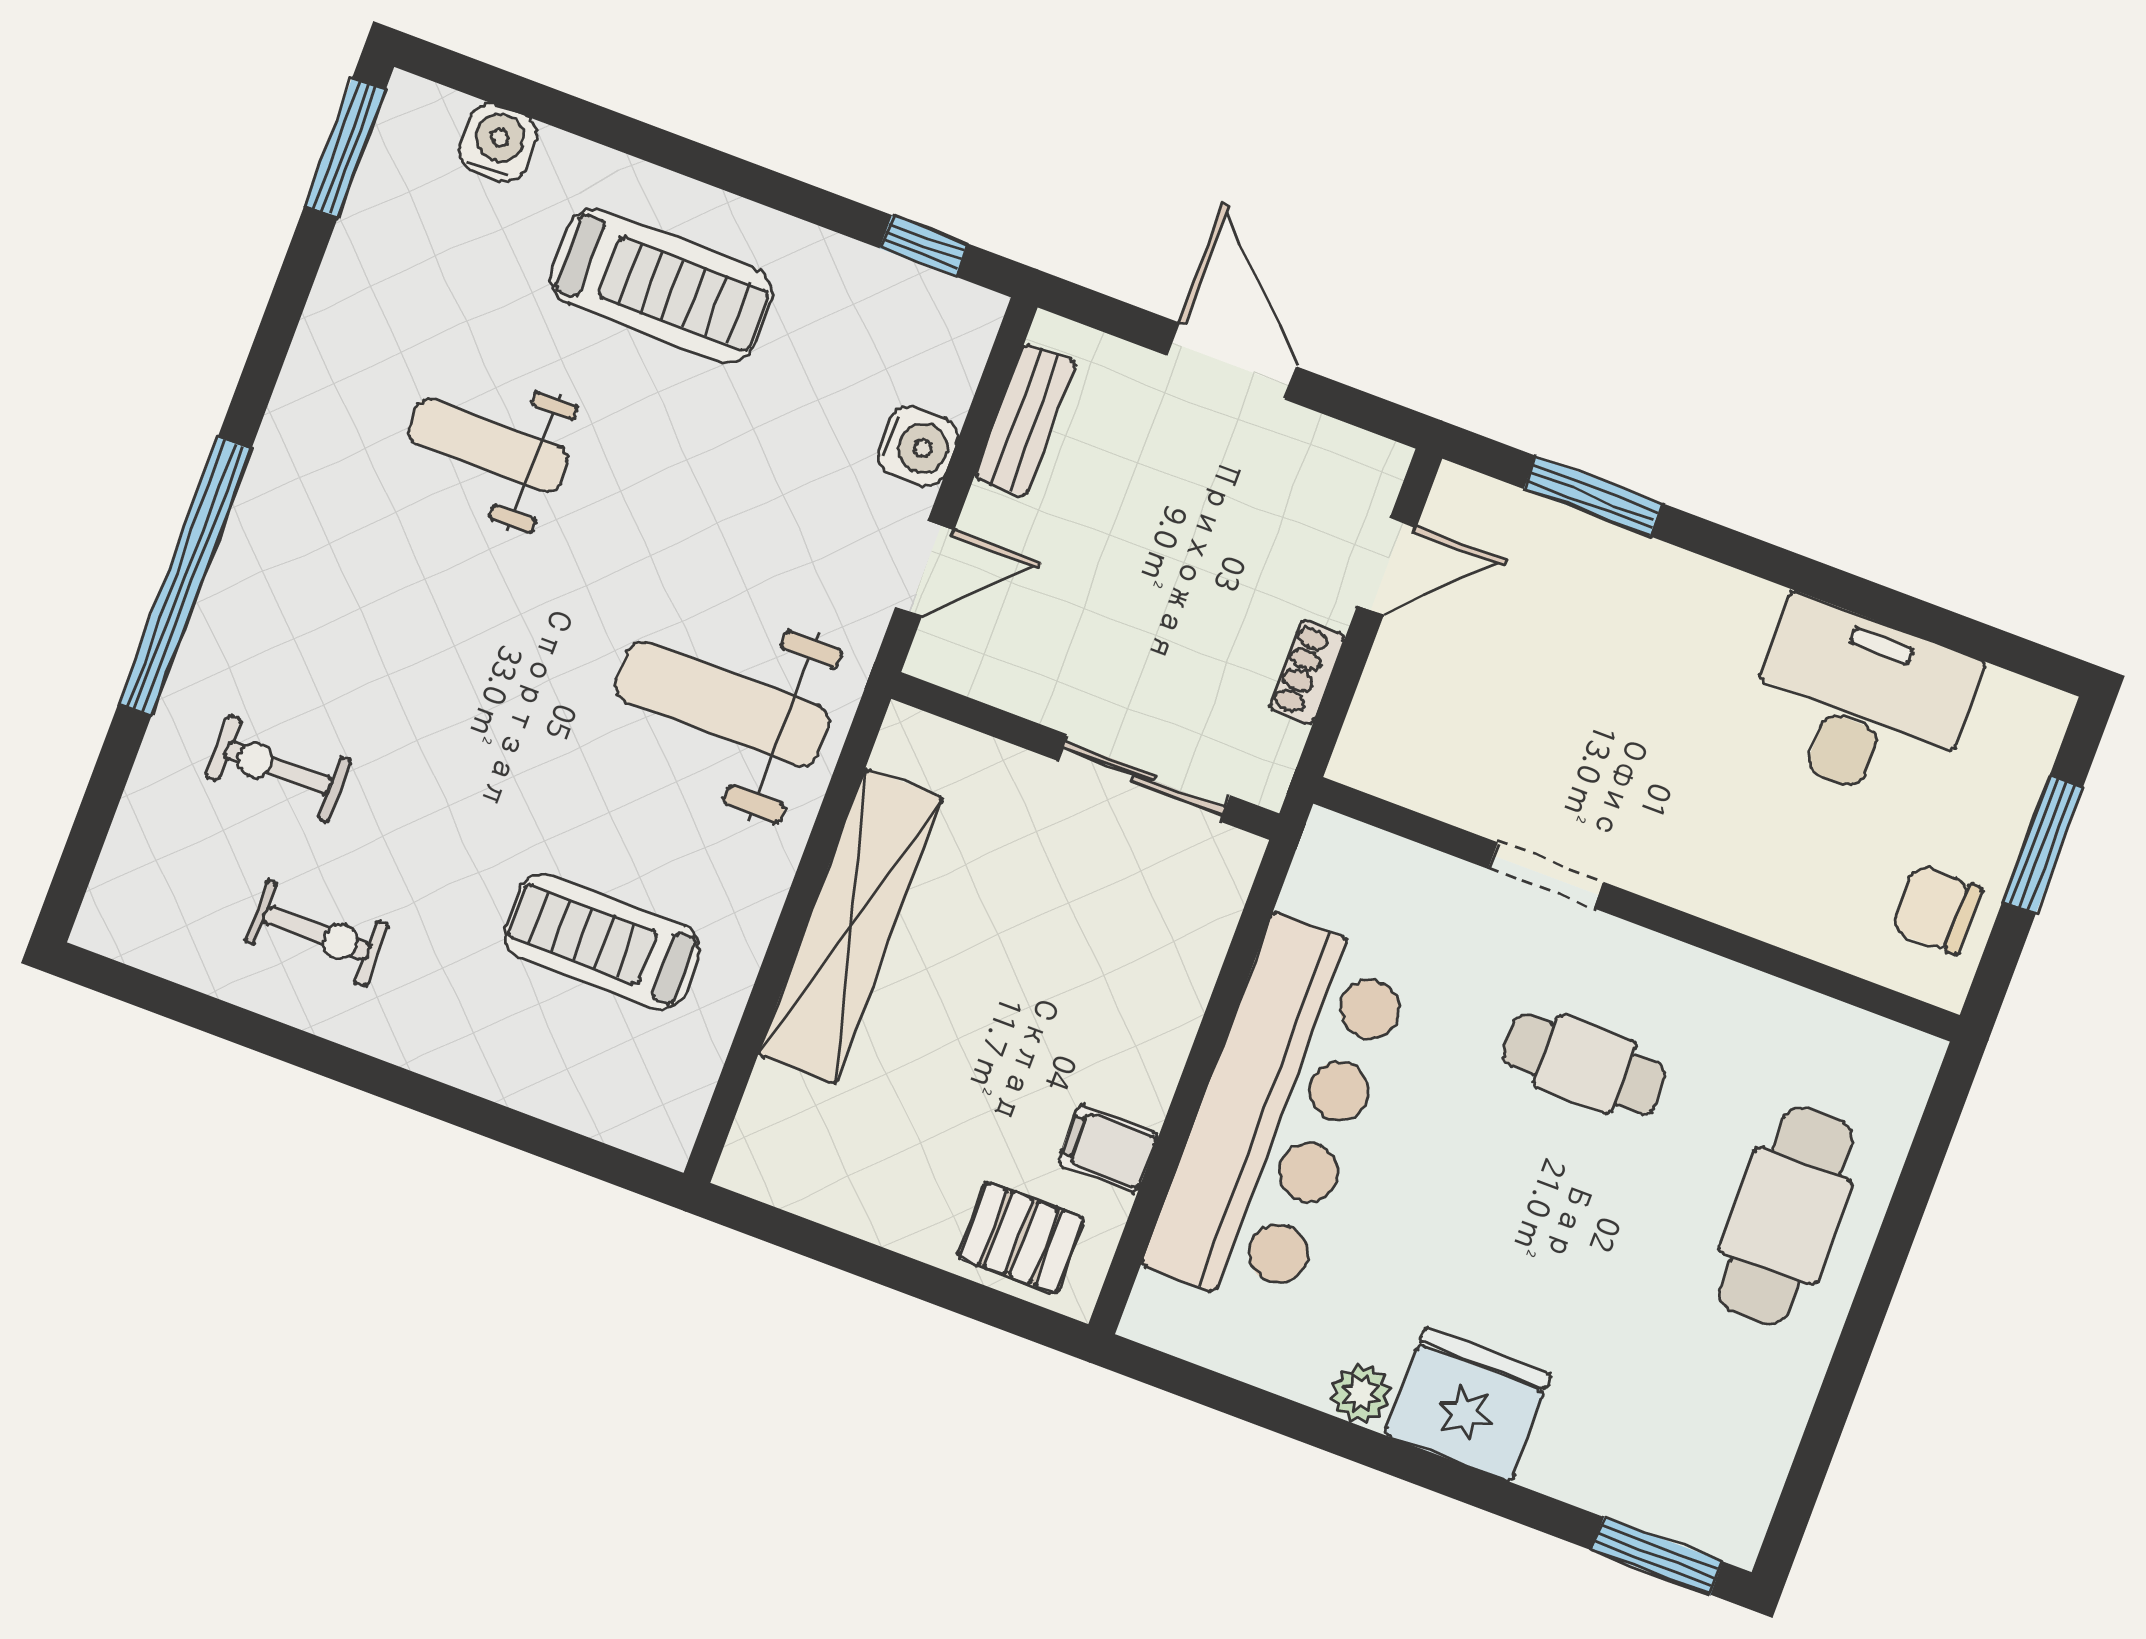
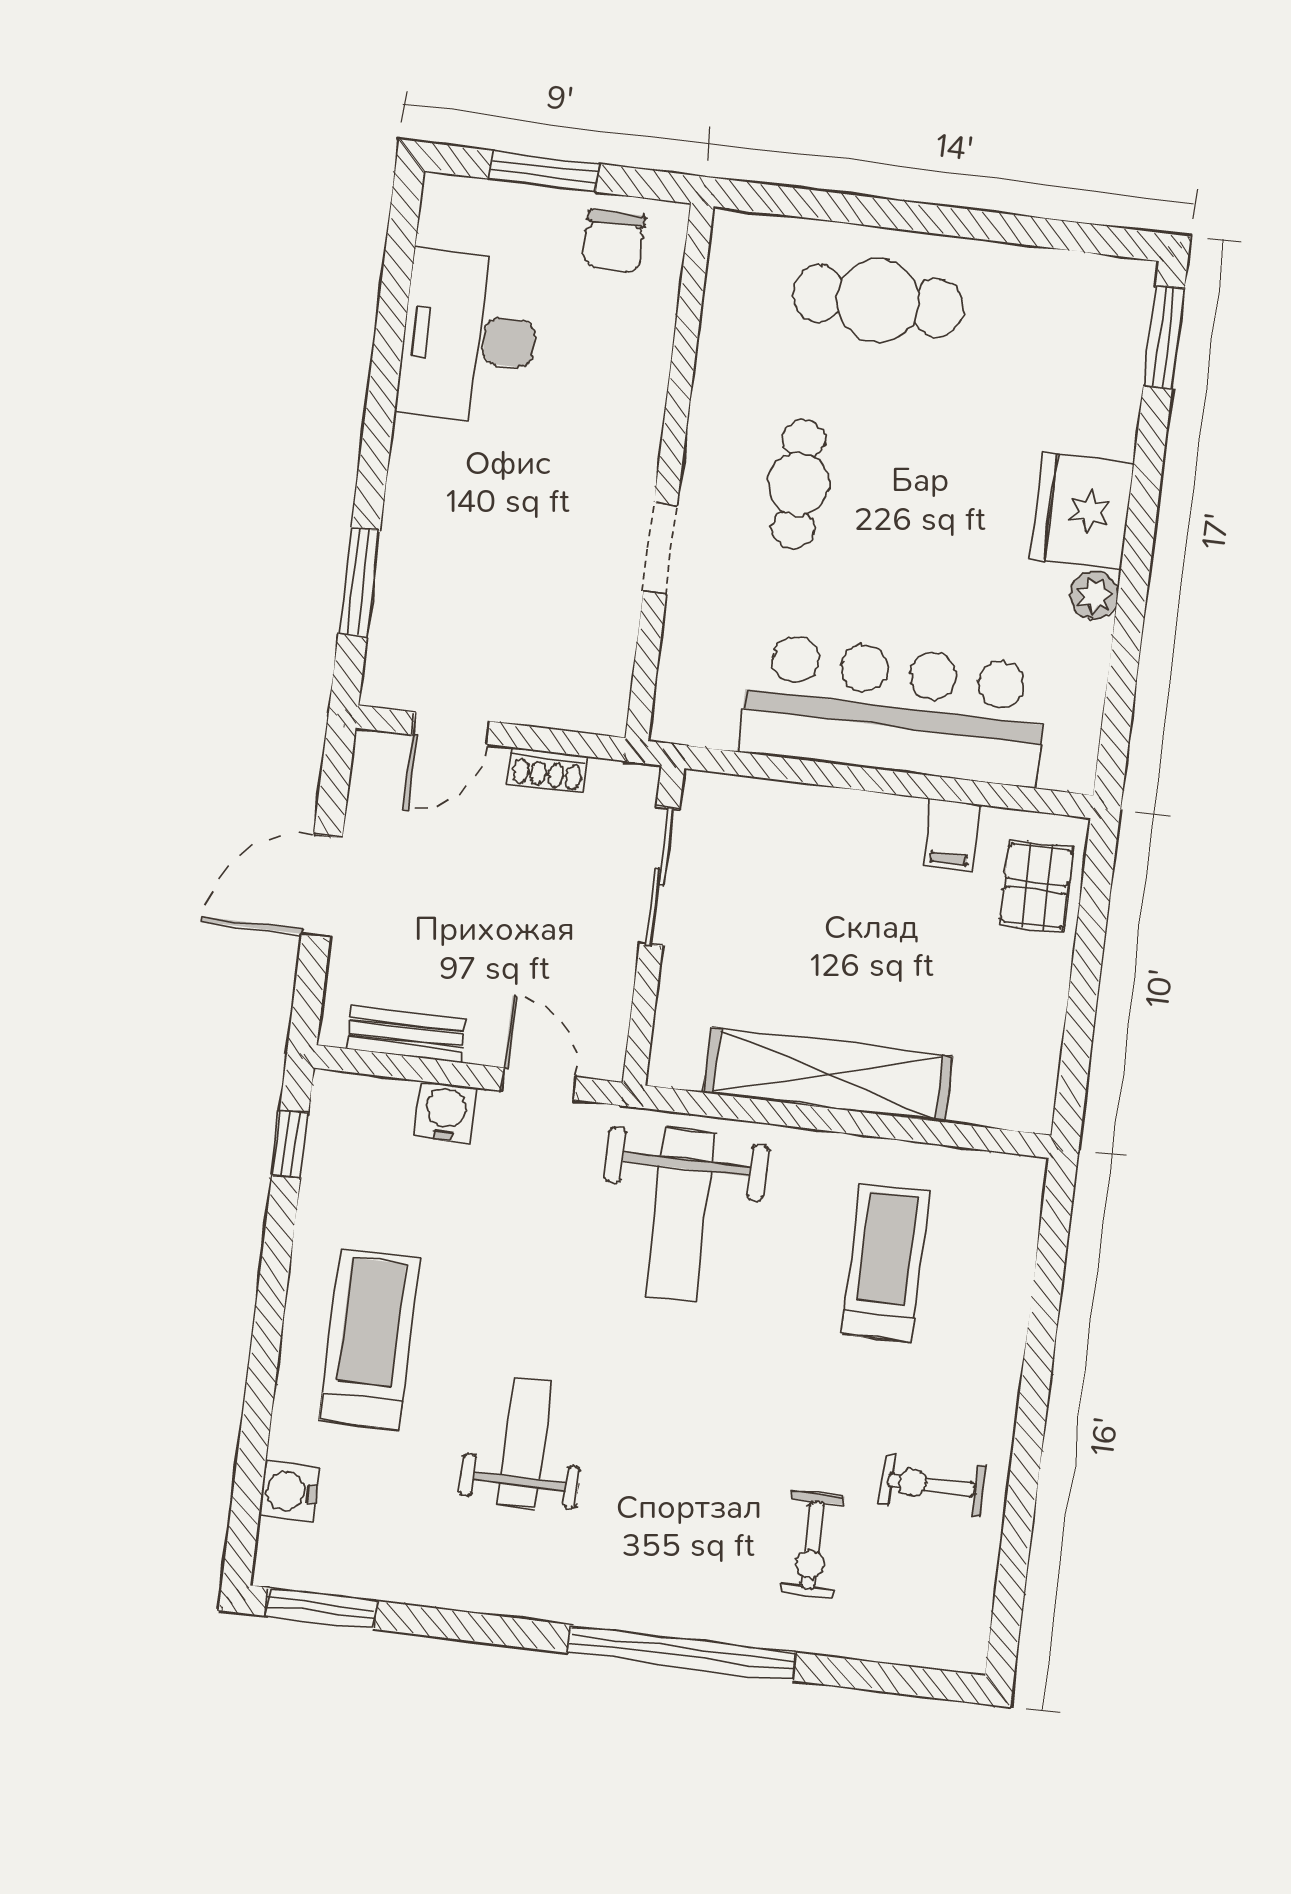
weight bench: (488, 445) -> (524, 1443), turned 180
door: (1387, 566) -> (451, 728), swing flipped
exercise bike: (317, 933) -> (932, 1485), turned -90
treadmill: (602, 942) -> (886, 1263), turned 180

